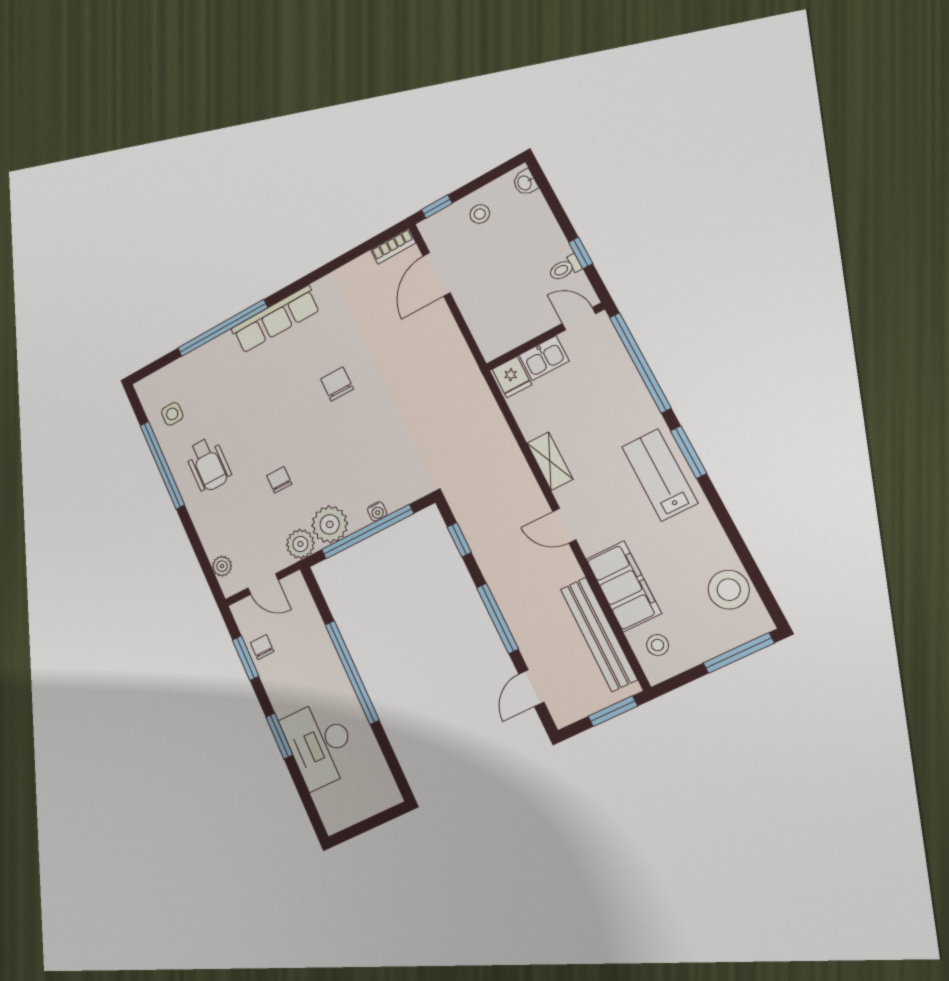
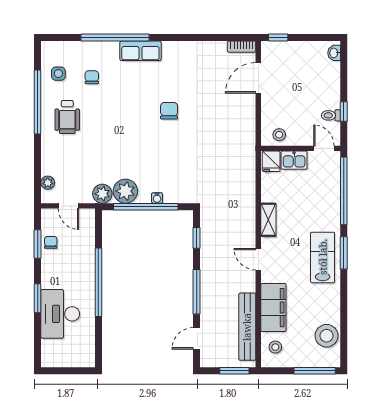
stool: (480, 214) -> (279, 135), moved
row of seats: (275, 319) -> (140, 51), width x0.68
chair: (279, 480) -> (92, 77), moved

